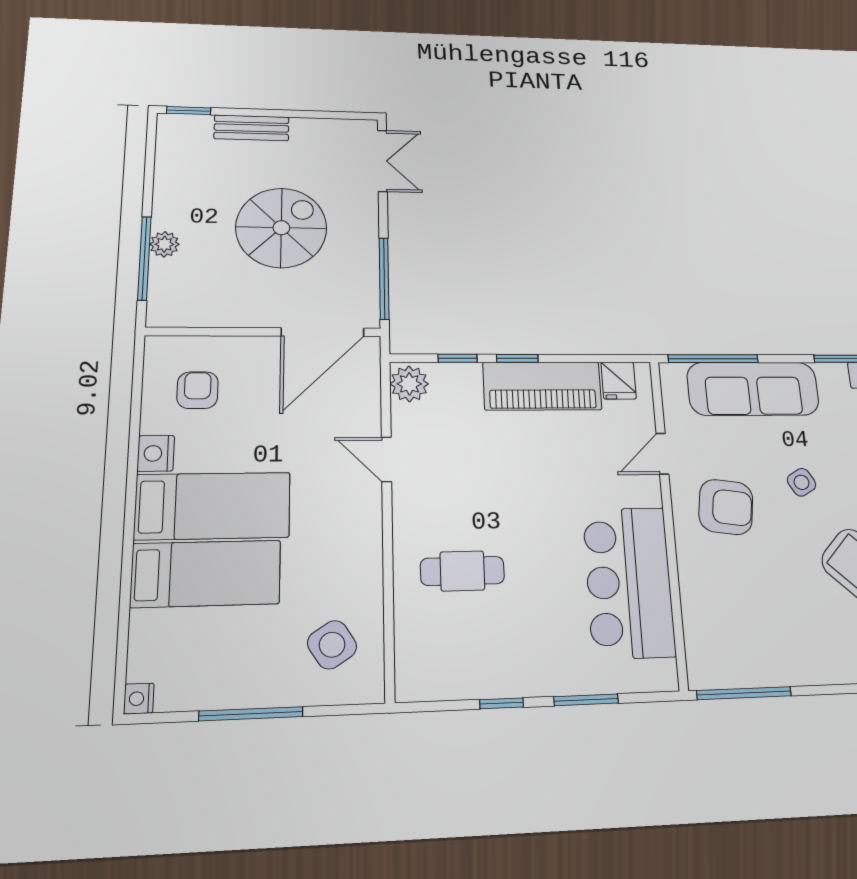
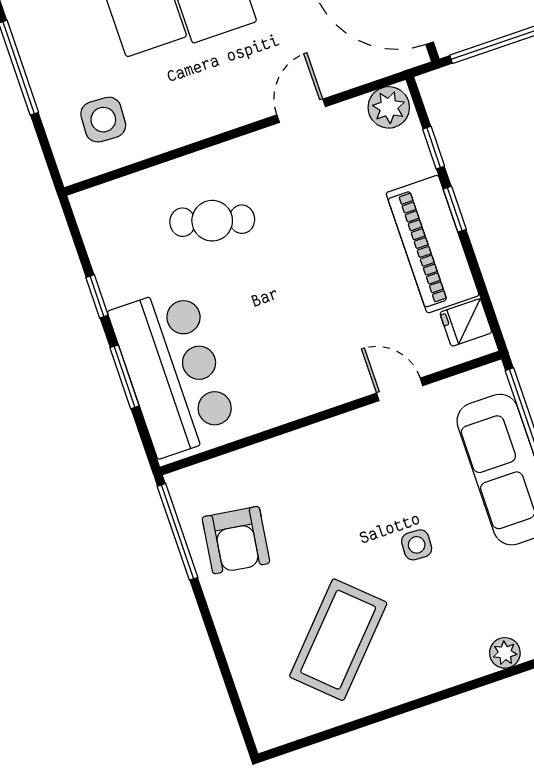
side table: (802, 482) -> (417, 545), turned 33
armchair: (726, 507) -> (236, 540), moved
cafe table: (462, 571) -> (212, 221), turned -74
bar counter: (629, 582) -> (173, 371), moved, turned 90
side table: (332, 645) -> (103, 120), turned 36

